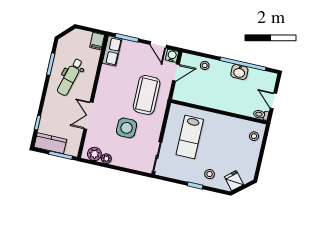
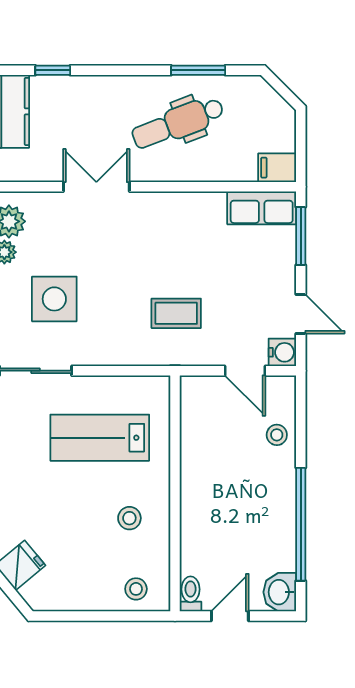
door: (158, 45) -> (301, 314), swing flipped
washbasin: (239, 72) -> (280, 592), moved
dental chair: (70, 77) -> (178, 123), turned -36
coffee table: (147, 95) -> (176, 313), width x0.54, depth x0.58
side table: (127, 128) -> (54, 299), moved
stool: (210, 174) -> (129, 518), moved

